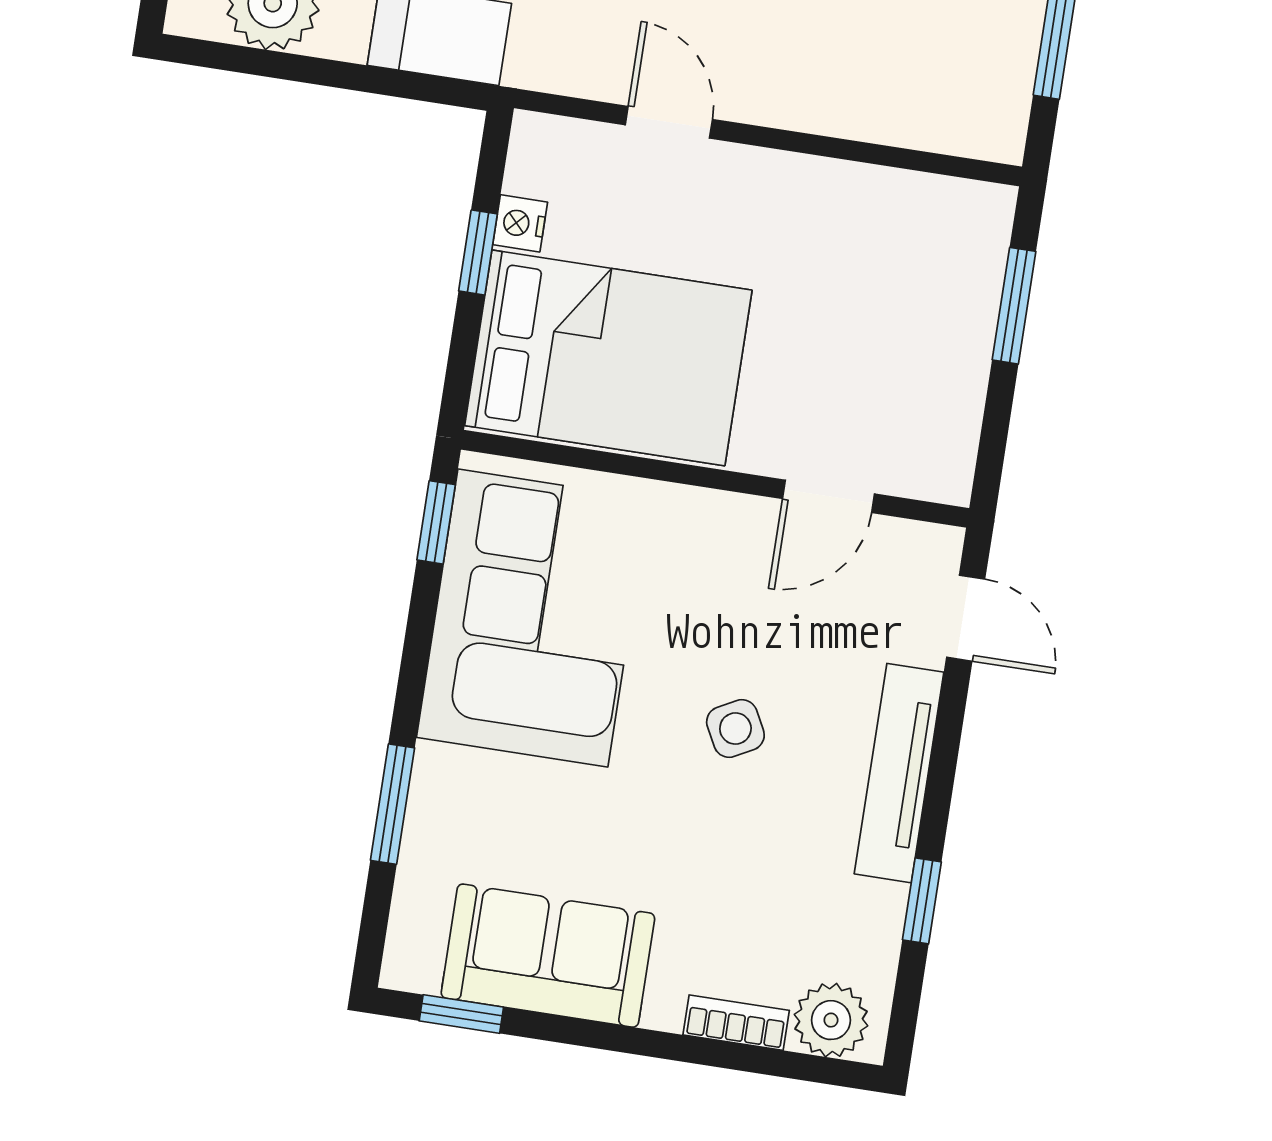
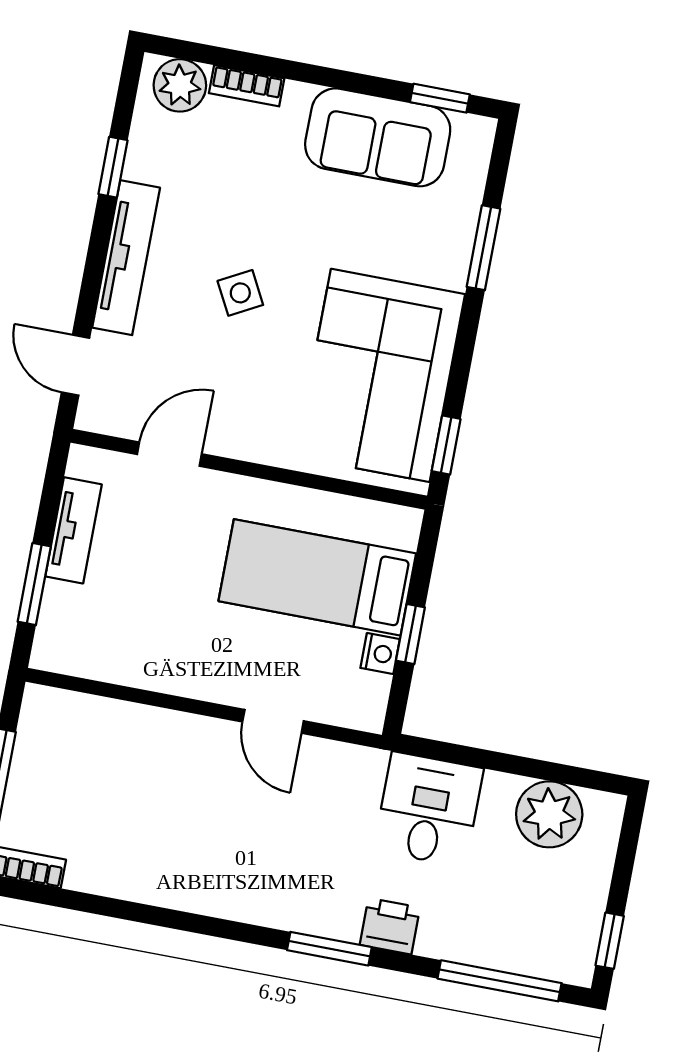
bed: (608, 358) -> (317, 577), width x0.67
tv unit: (961, 384) -> (73, 530), added

